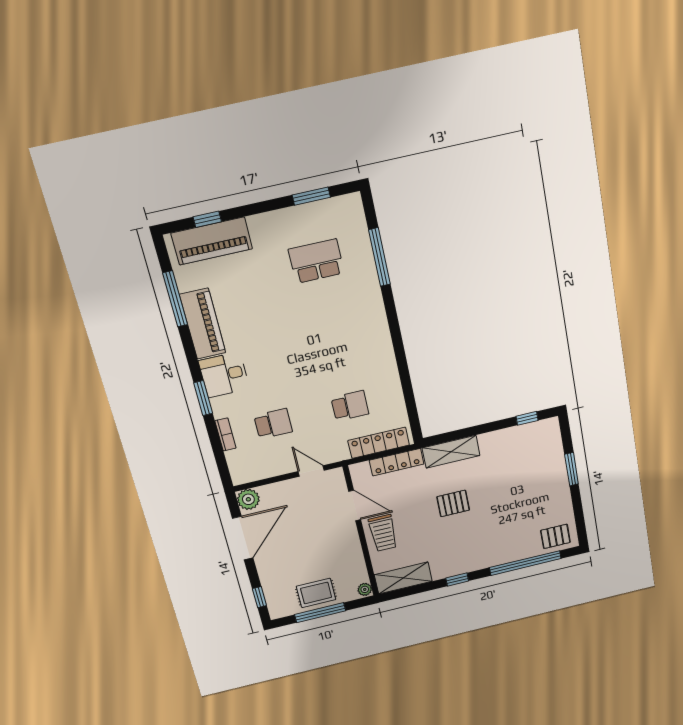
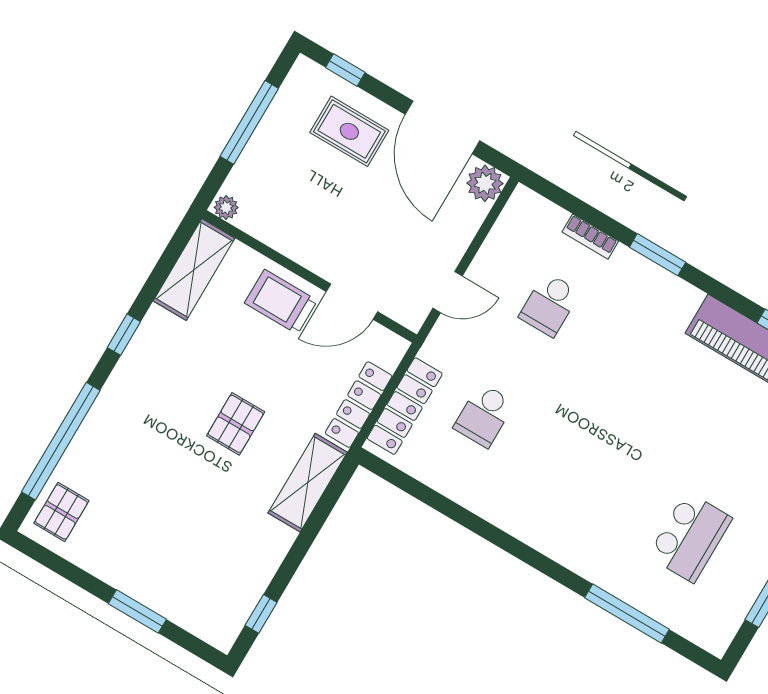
desk: (224, 375) -> (661, 306), removed
rug: (316, 593) -> (349, 131), moved, turned 90

